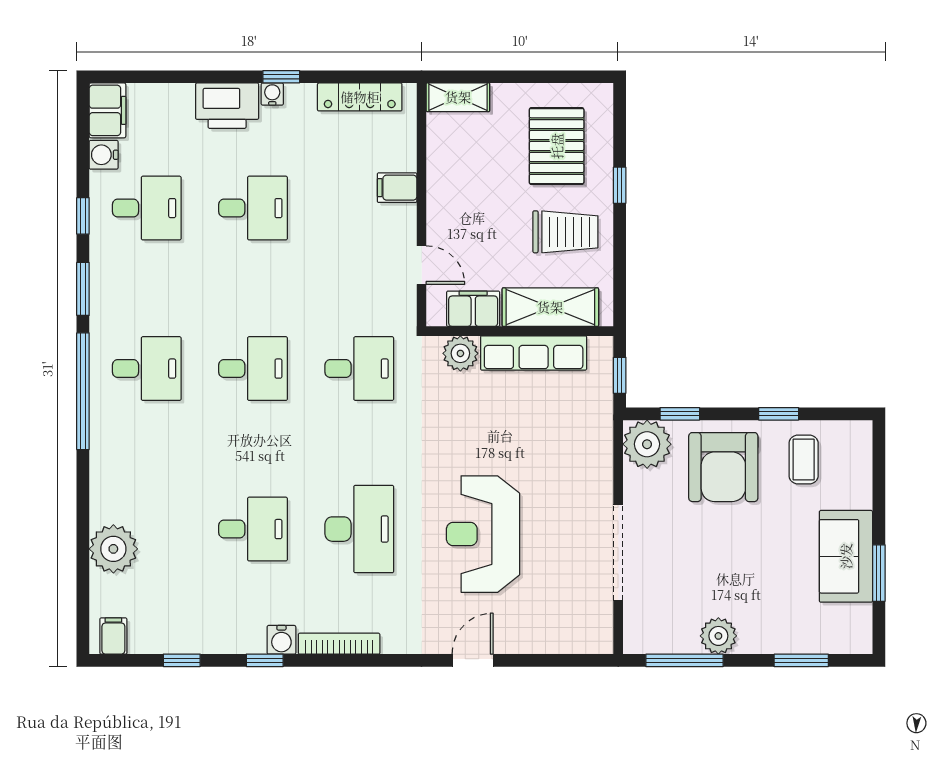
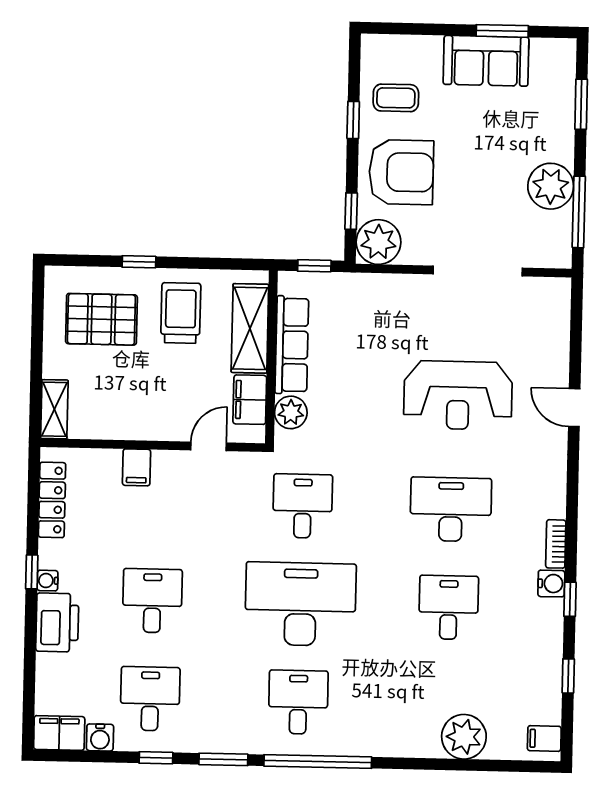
desk: (253, 369) -> (300, 604), width x1.87, depth x1.30
plant: (718, 636) -> (551, 186), width x1.36, depth x1.36
bookcase: (339, 644) -> (556, 544), width x0.64

